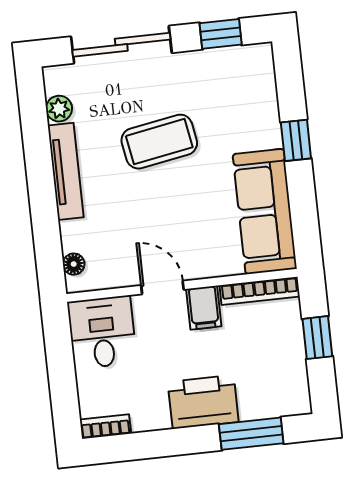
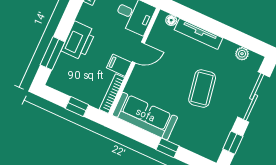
tv unit: (66, 171) -> (199, 34), moved

